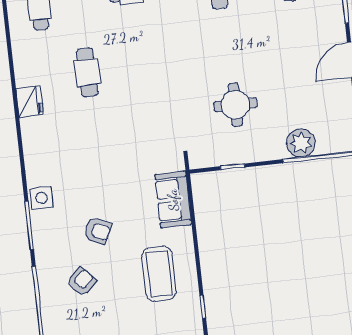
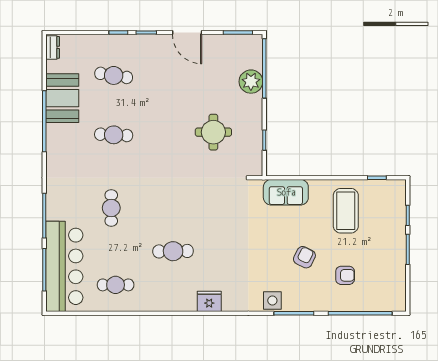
fridge: (30, 101) -> (209, 301), moved
coffee table: (159, 274) -> (346, 211), turned 90
armchair: (81, 282) -> (345, 275), turned 134

